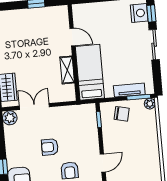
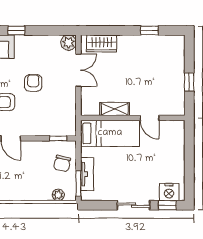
door: (72, 37) -> (150, 118), hinge flipped
plant: (150, 104) -> (58, 195), moved

